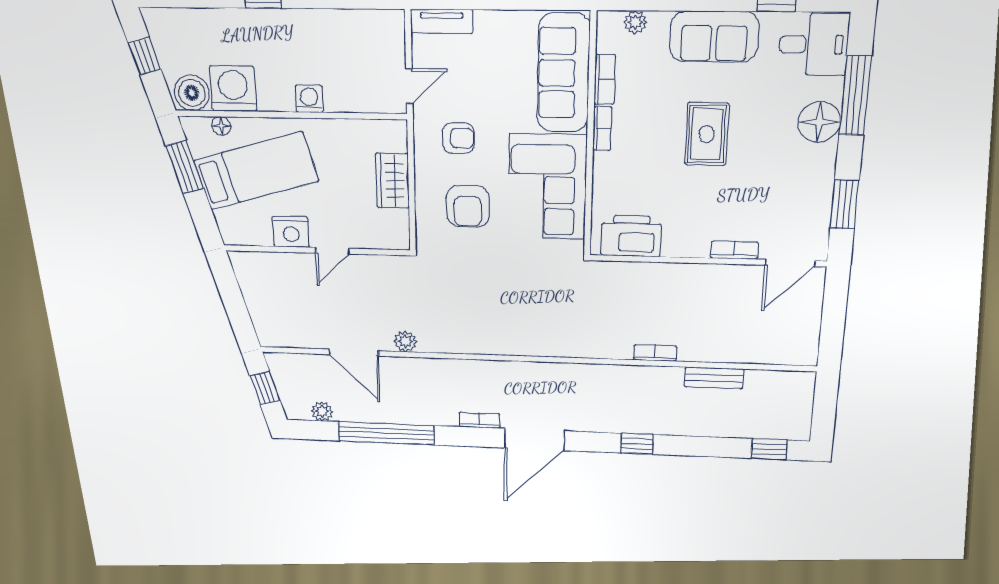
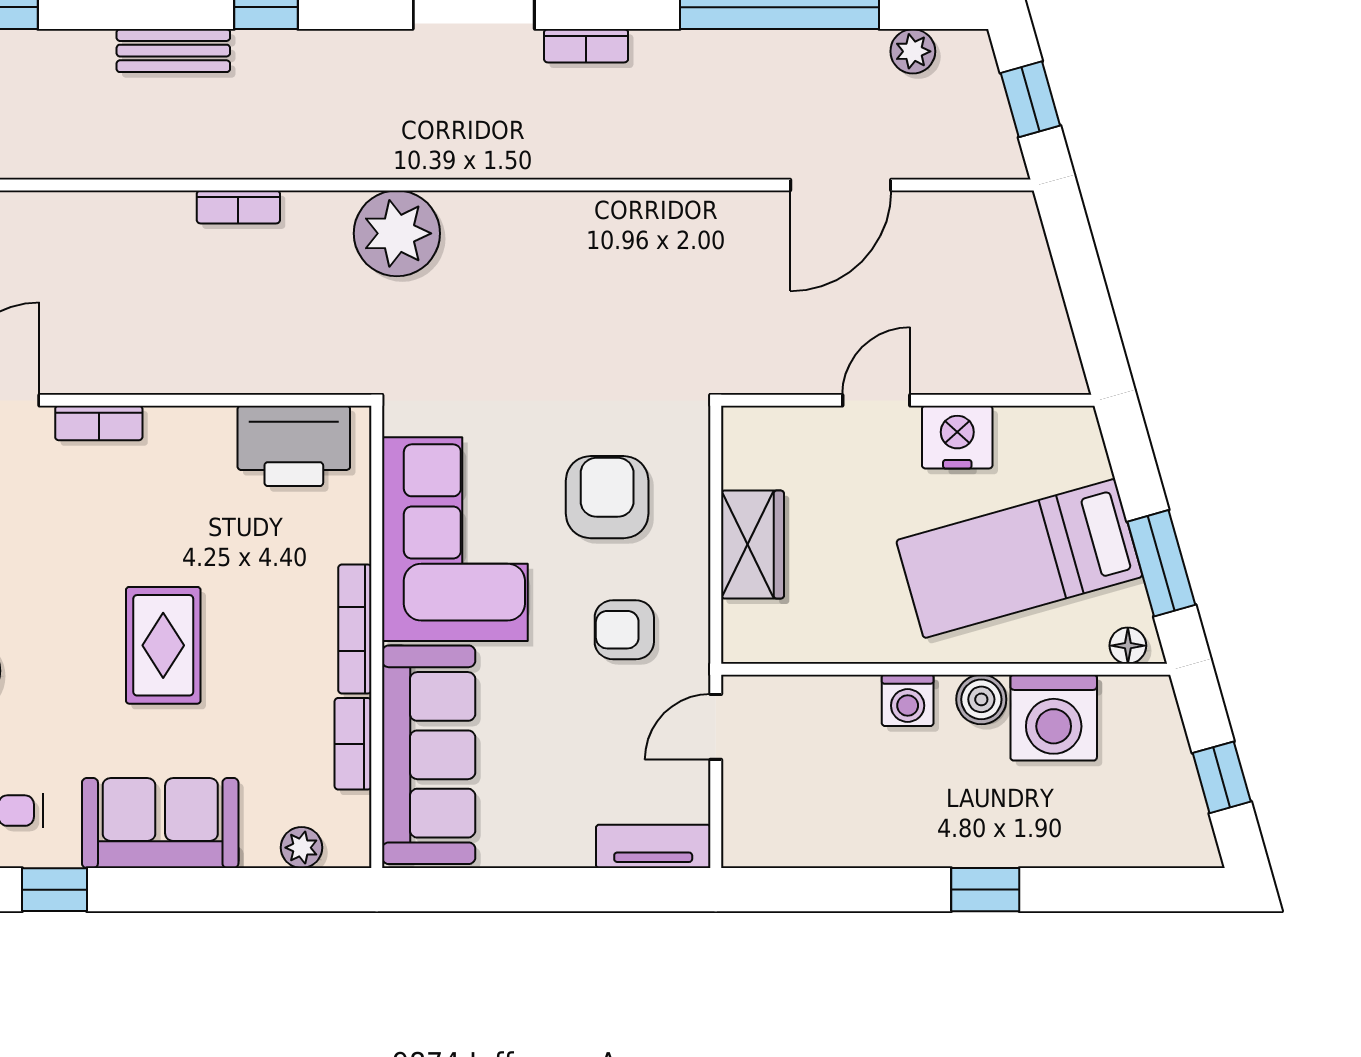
boiler: (192, 93) -> (981, 699), moved, width x0.73, depth x0.73
floor lamp: (221, 126) -> (1128, 646), moved
bookcase: (602, 129) -> (355, 629), width x1.56
plant: (405, 341) -> (397, 233), moved, width x1.88, depth x1.88
door: (354, 353) -> (841, 185), swing flipped
bench: (714, 378) -> (173, 51), moved

